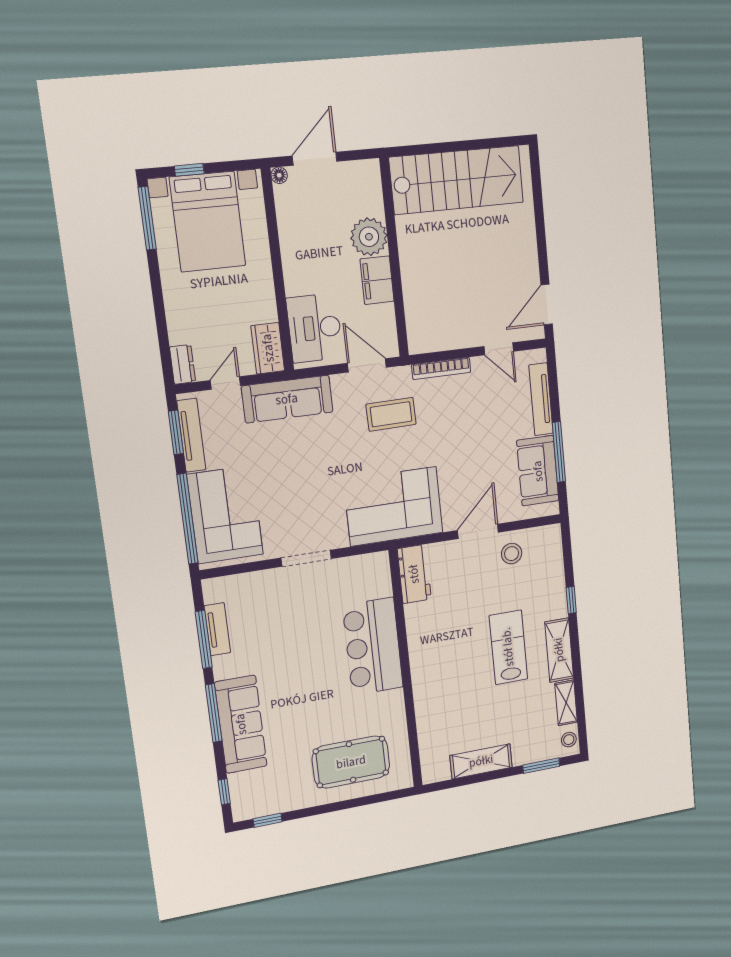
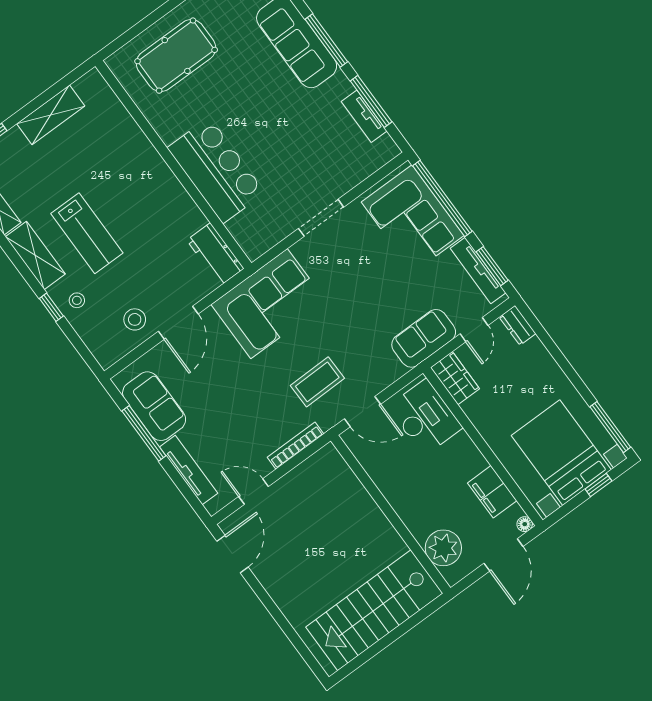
plant: (369, 237) -> (443, 548), moved
filing cabinet: (377, 280) -> (492, 492), moved, turned 180
sofa: (287, 399) -> (424, 338), width x0.73
stool: (548, 595) -> (77, 300), added

